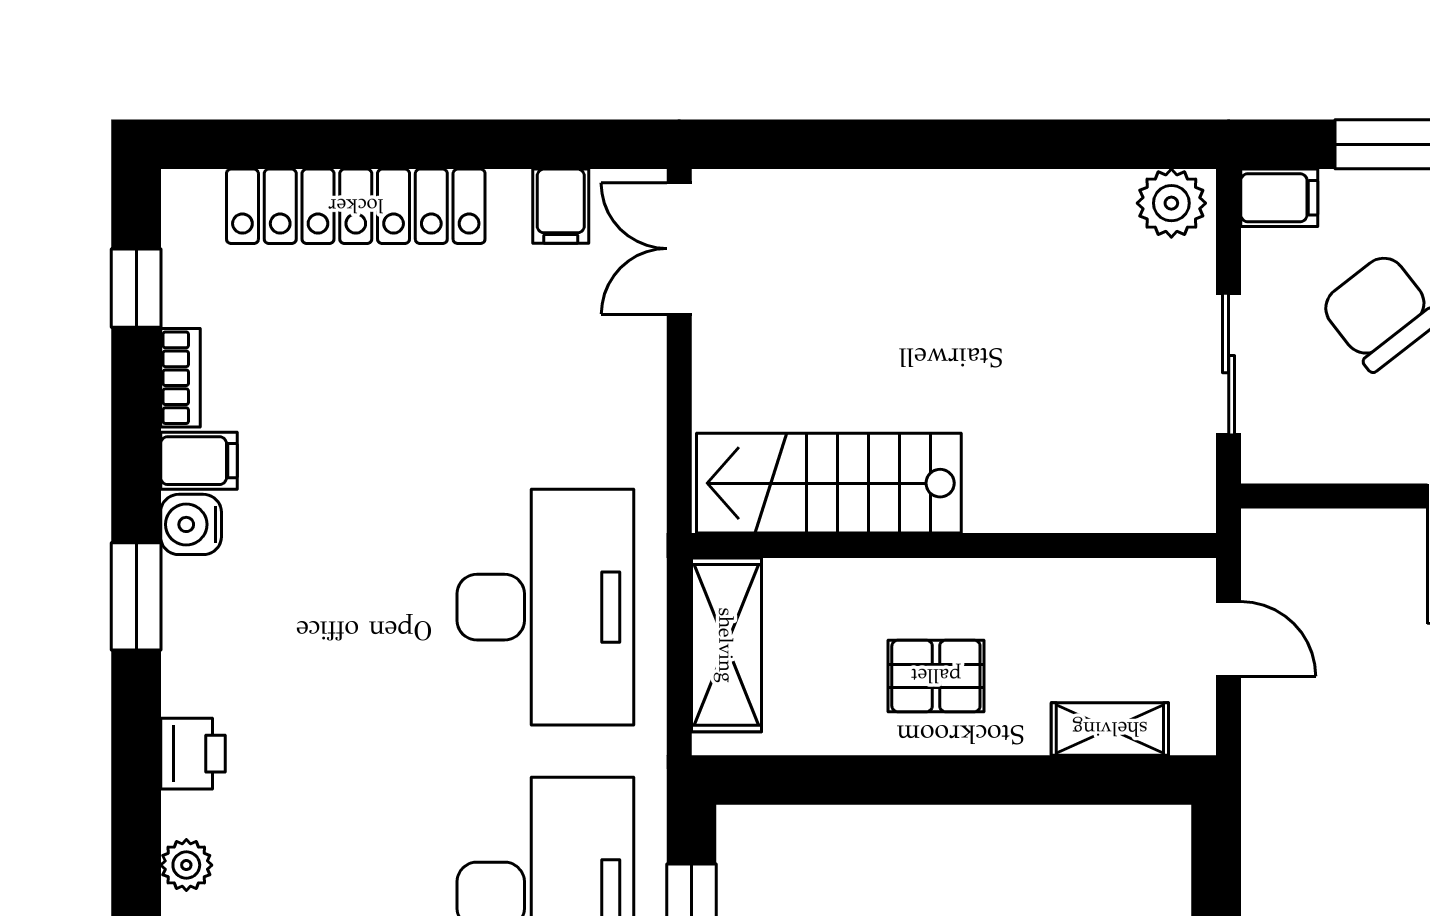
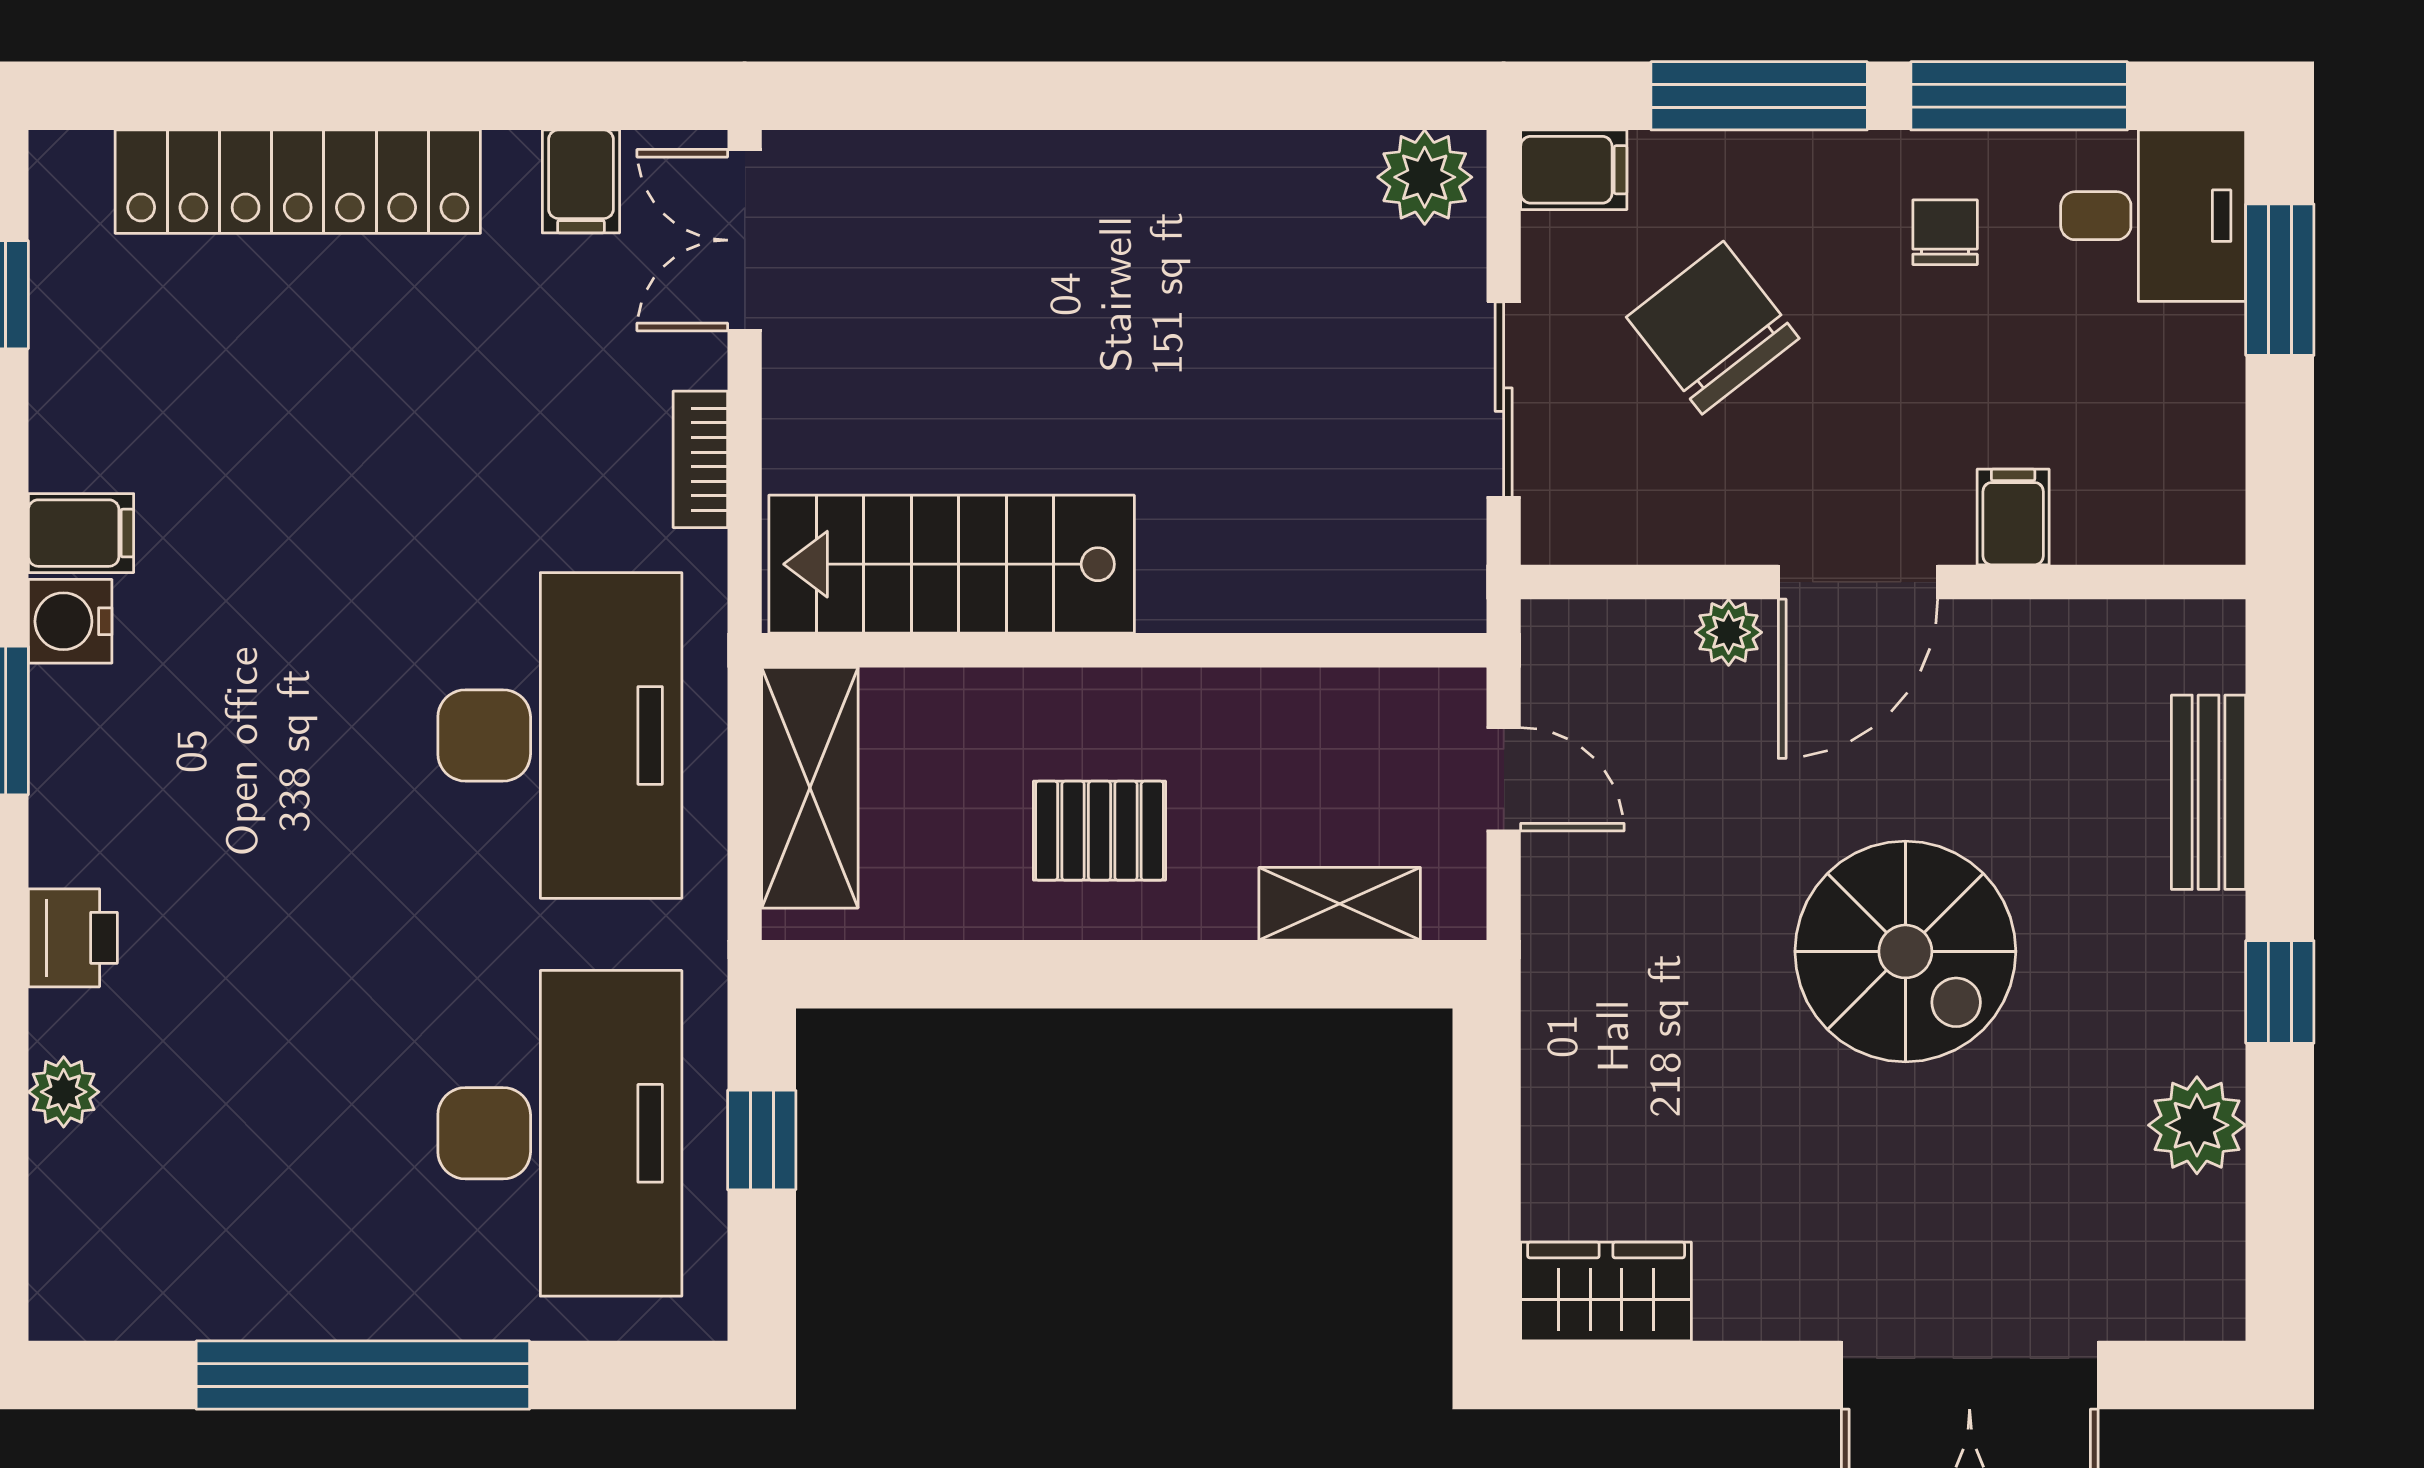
bookcase: (180, 378) -> (700, 459), moved, turned 180
plant: (1391, 532) -> (1729, 632), added

